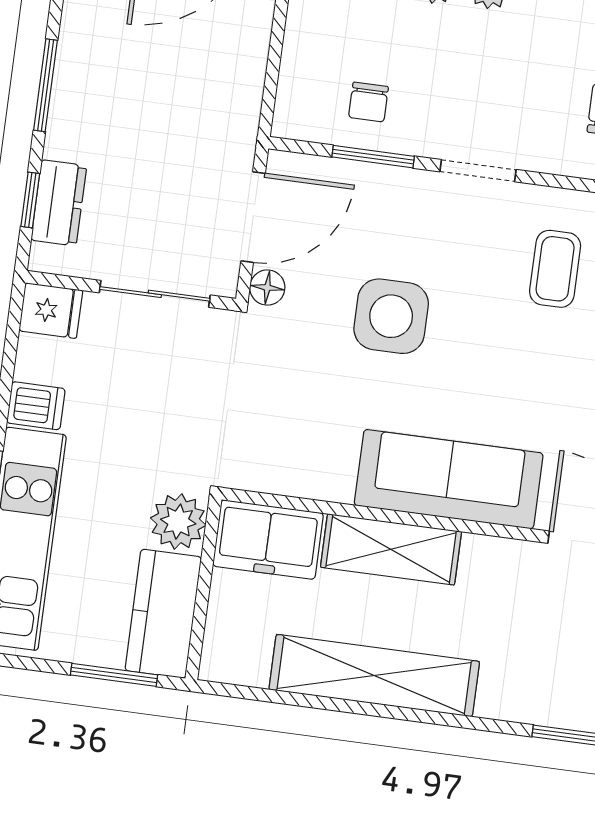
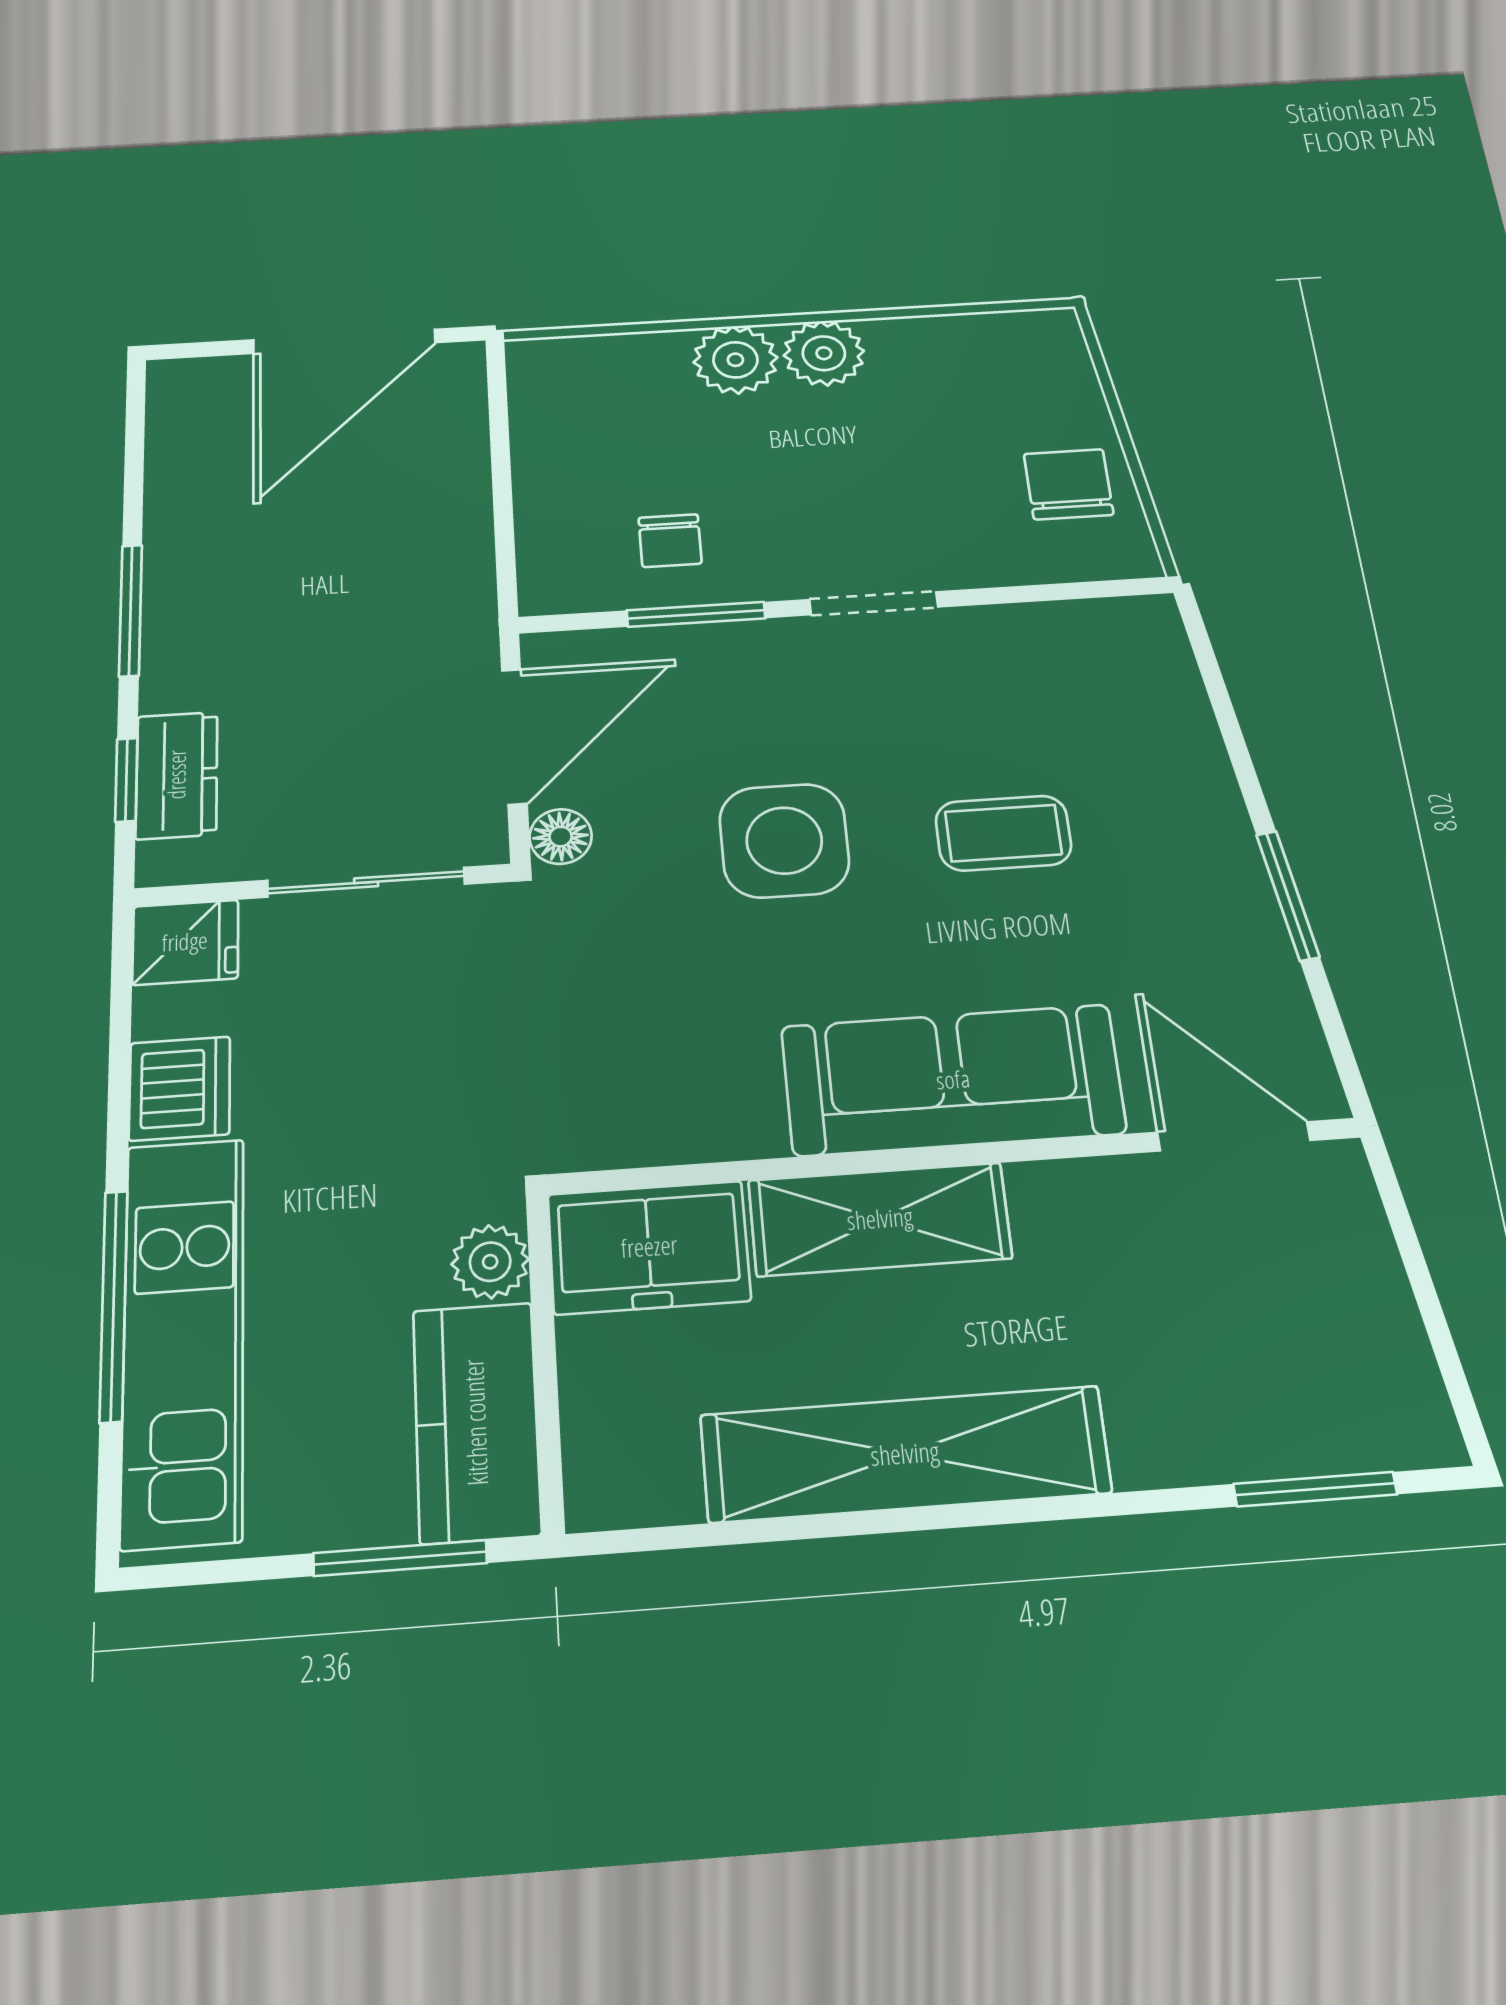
coffee table: (555, 269) -> (1003, 833), moved, turned 90
dishwasher: (36, 406) -> (180, 1088), width x1.38
plant: (178, 522) -> (490, 1262), width x0.73, depth x0.73

